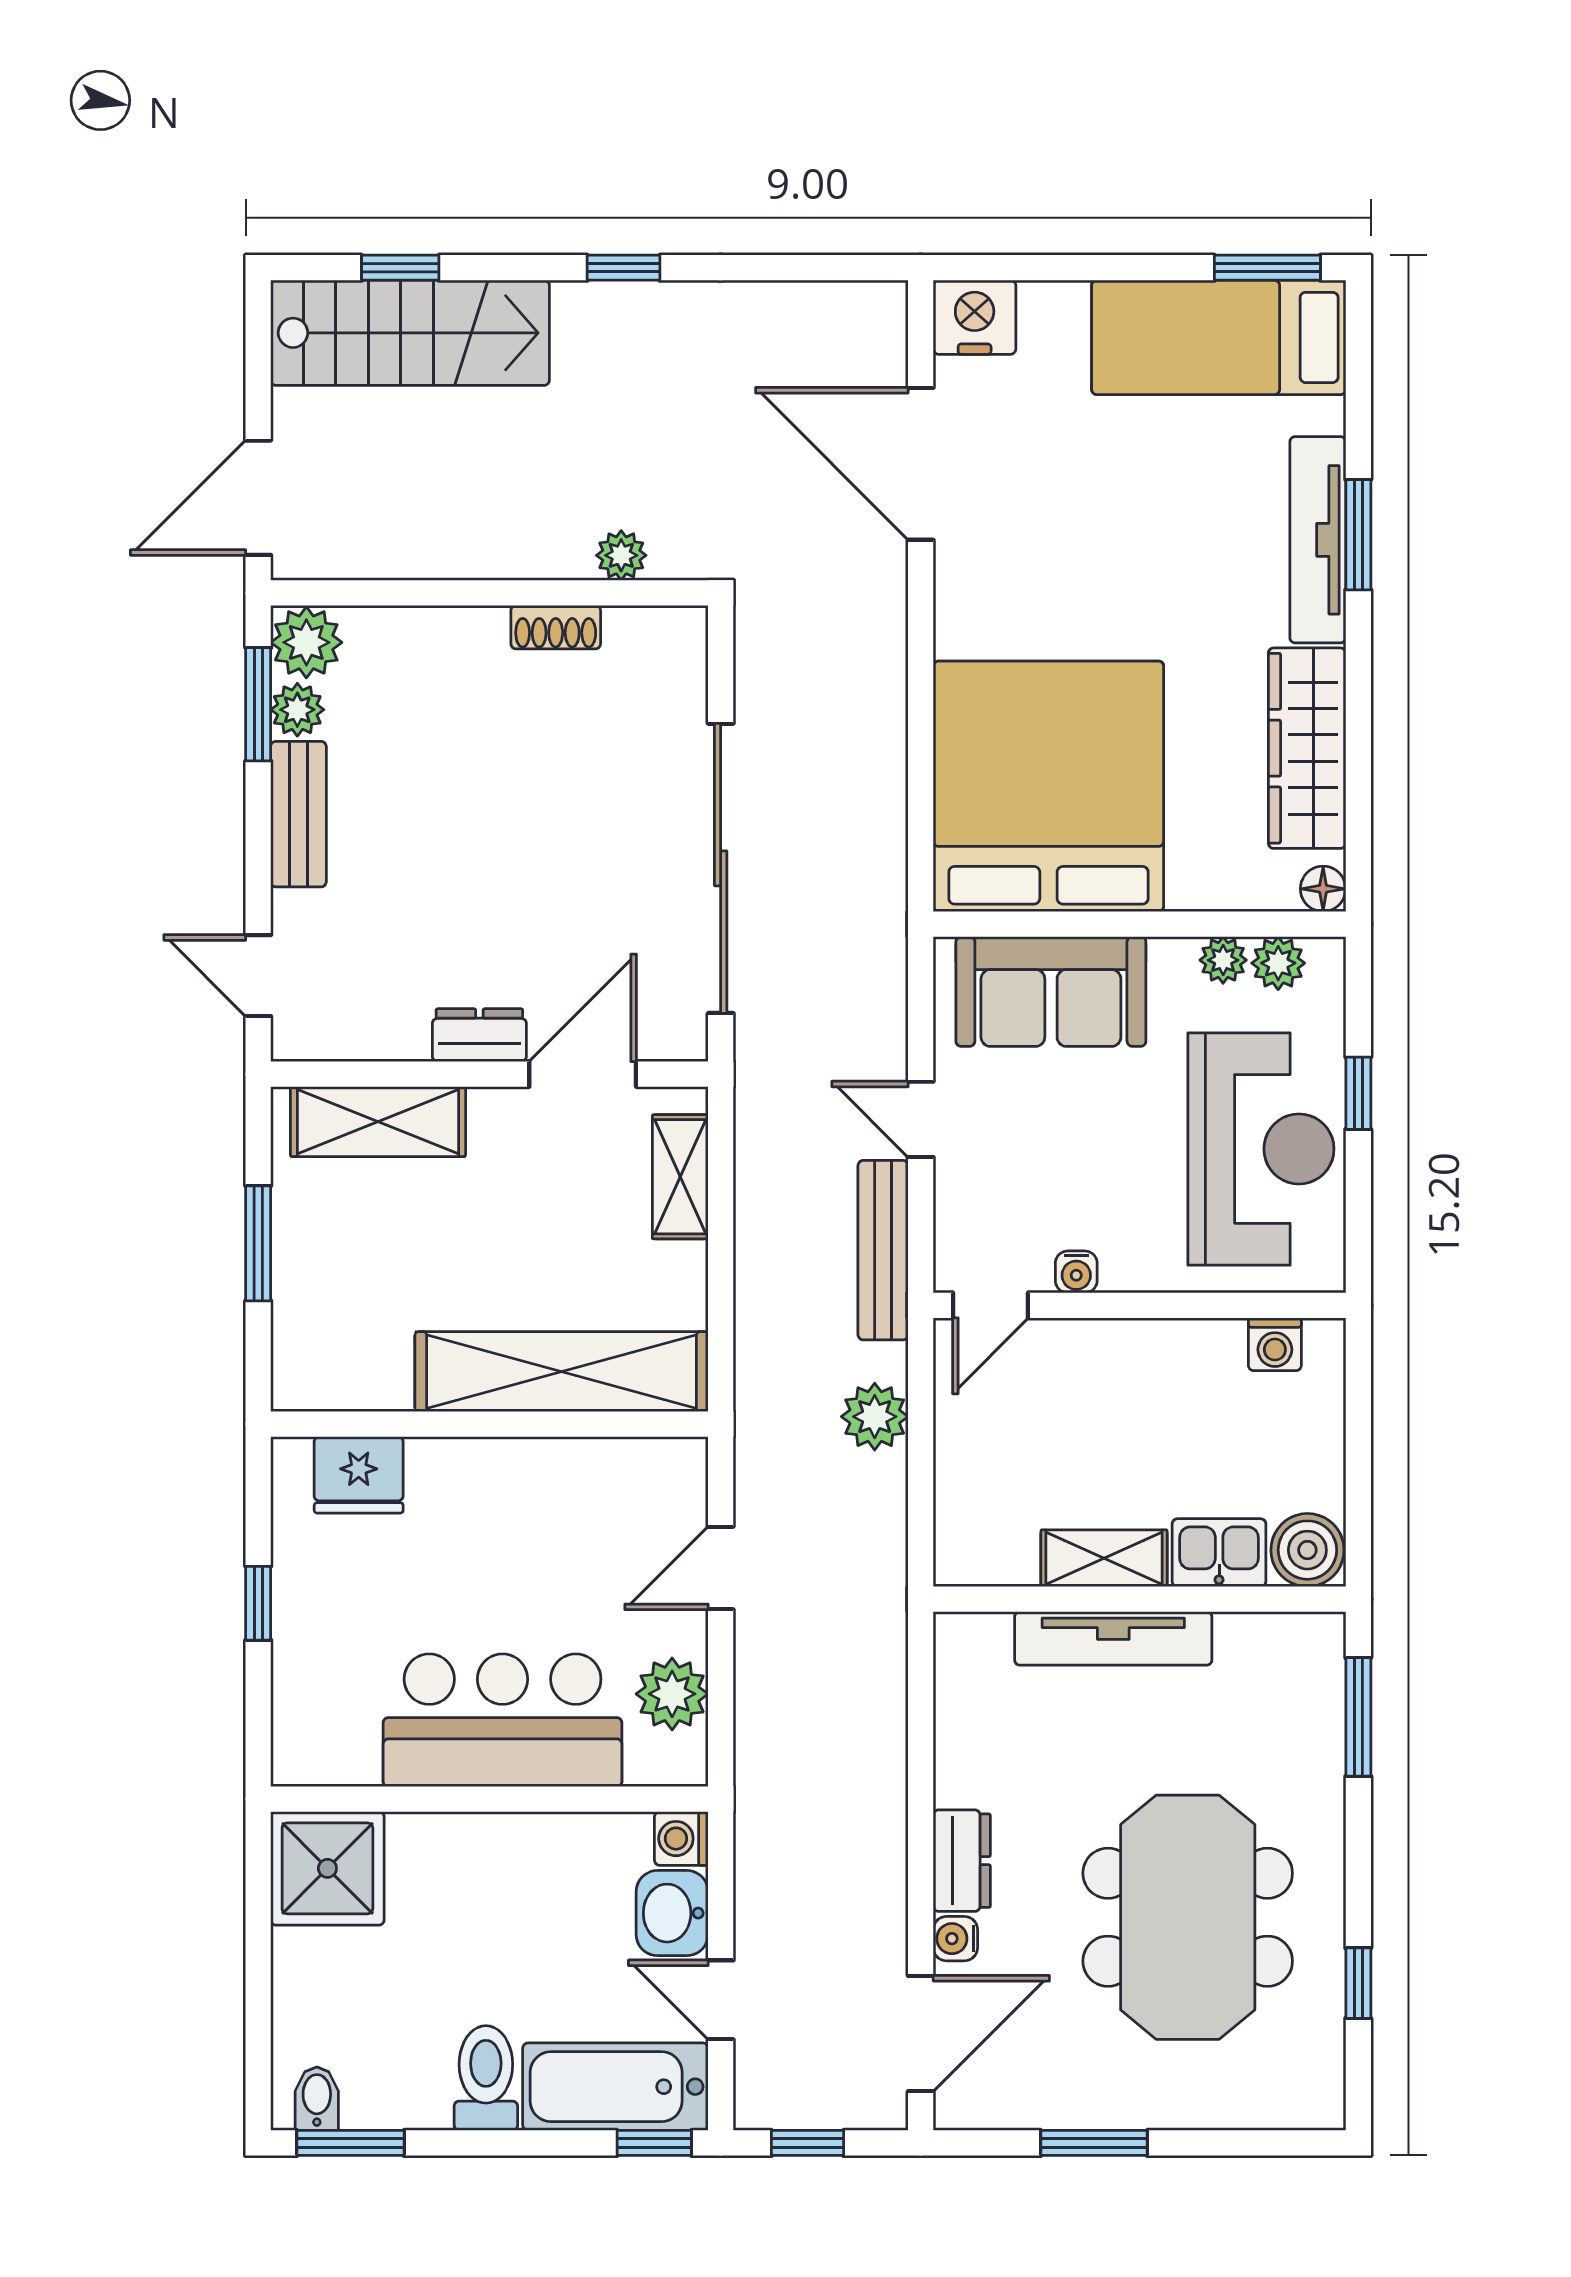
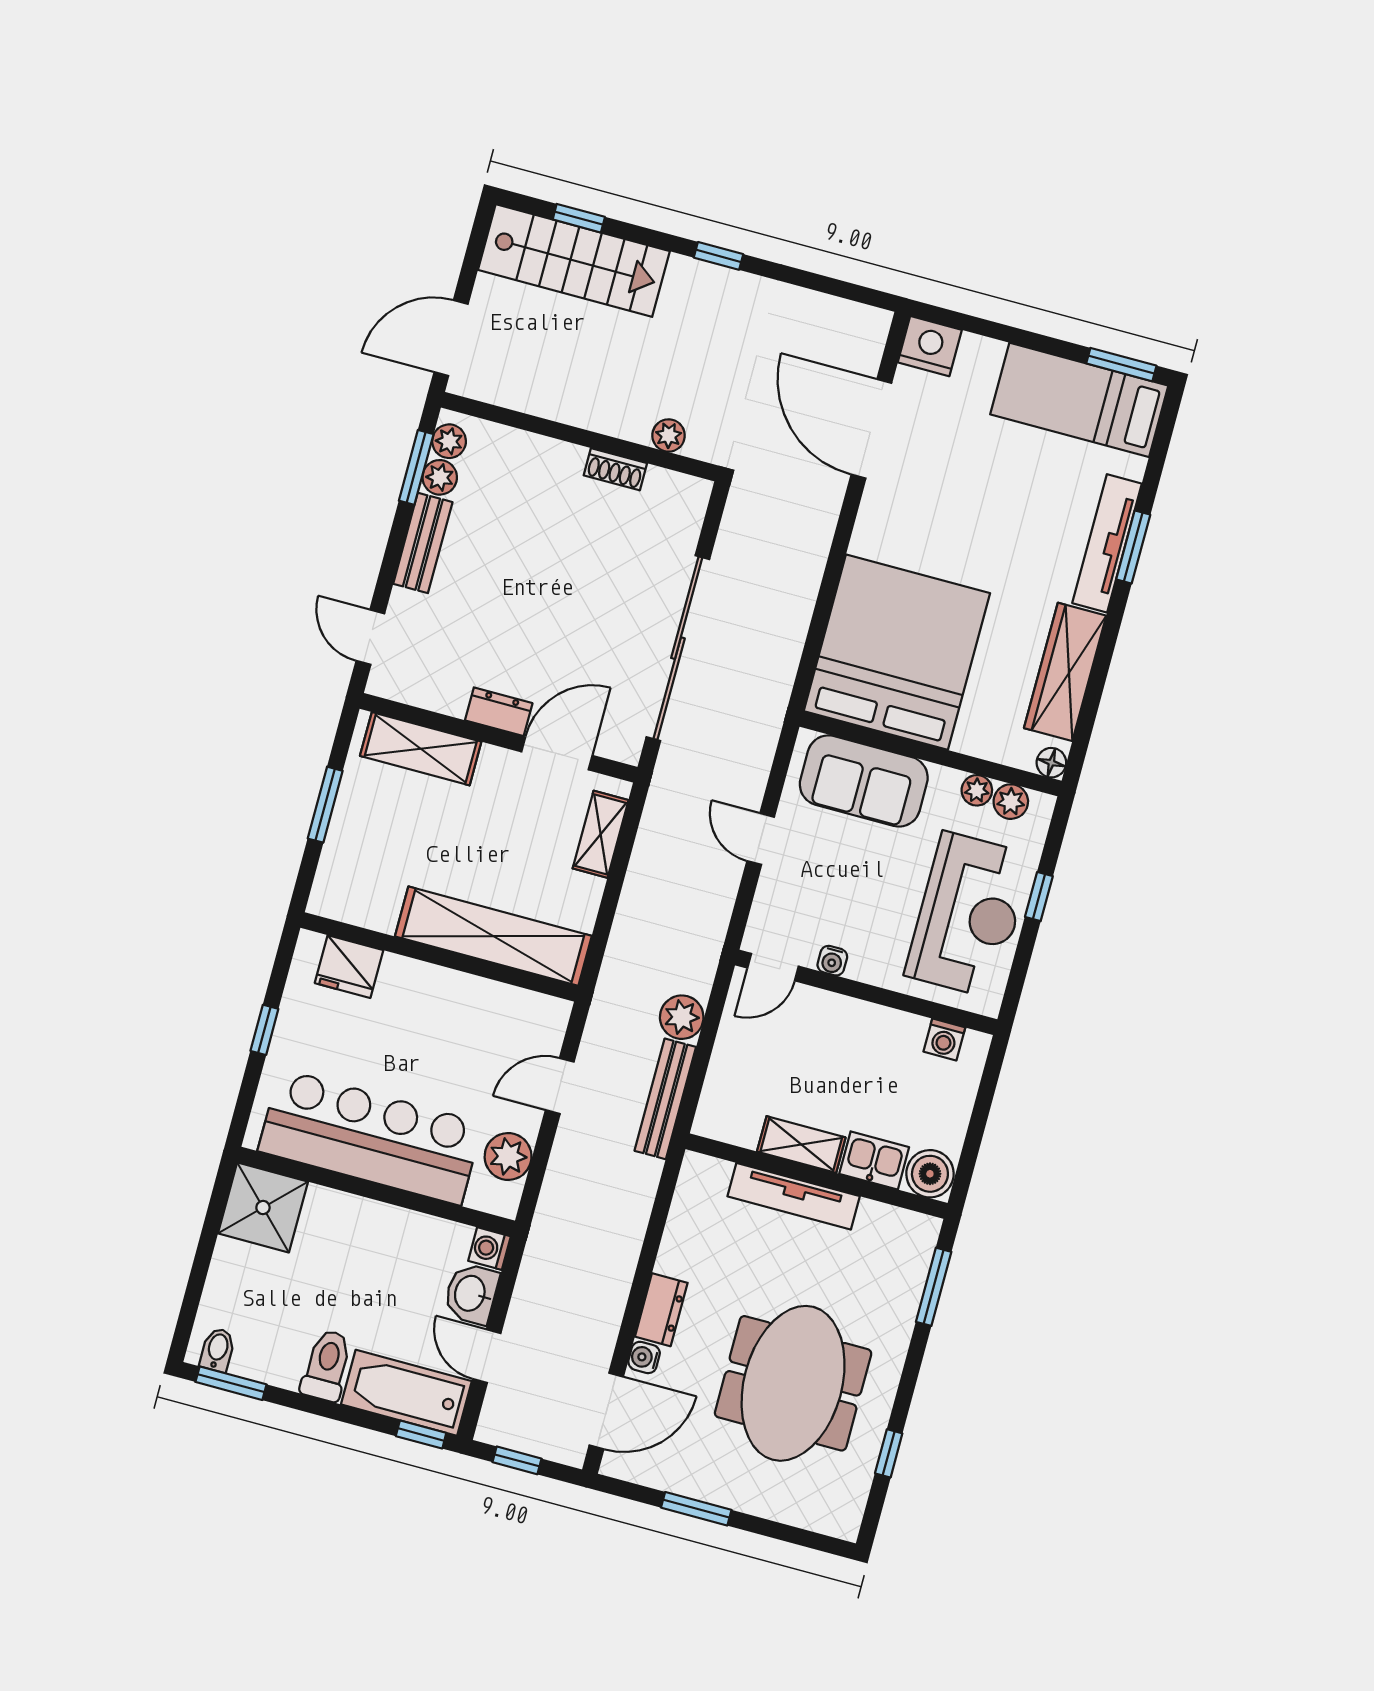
plant: (306, 642) -> (449, 441), width x0.73, depth x0.73
bench: (883, 1250) -> (665, 1099), moved
bar counter: (503, 1720) -> (370, 1137), width x1.36

